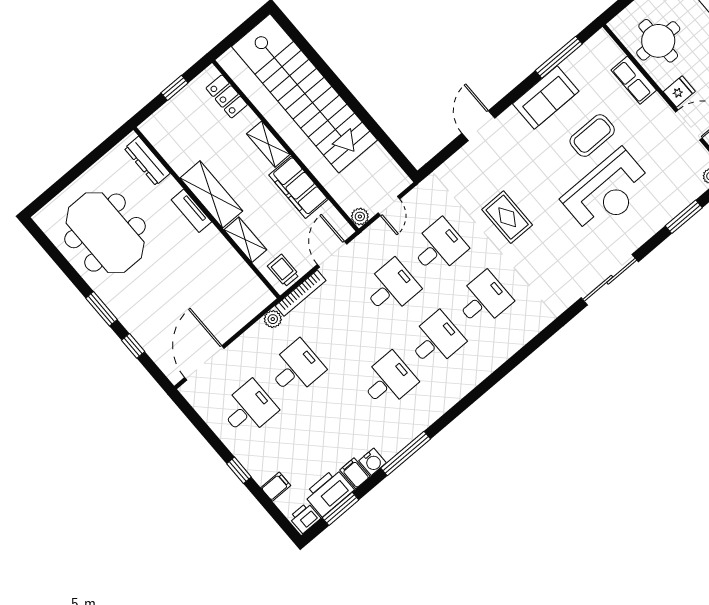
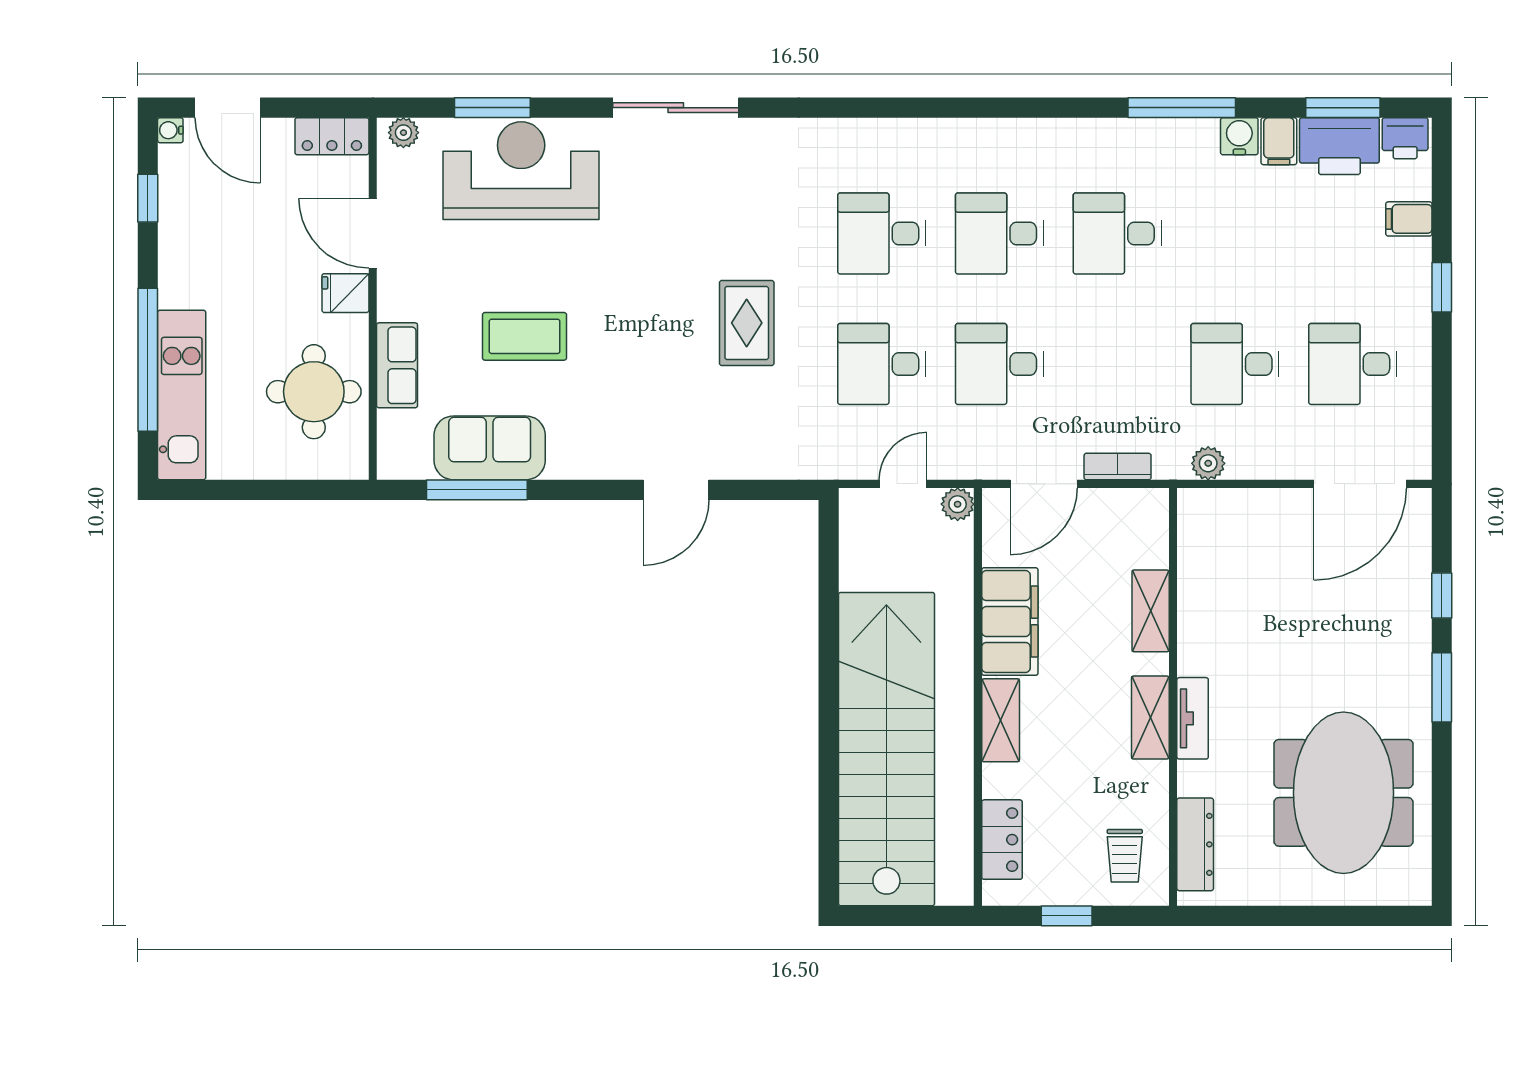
sofa: (546, 97) -> (490, 448), moved
reception desk: (607, 192) -> (521, 171), moved
shelving: (211, 194) -> (1150, 718), width x0.67, depth x0.75
trolley: (283, 270) -> (1125, 856), moved
bookcase: (301, 293) -> (1118, 467), width x0.64

